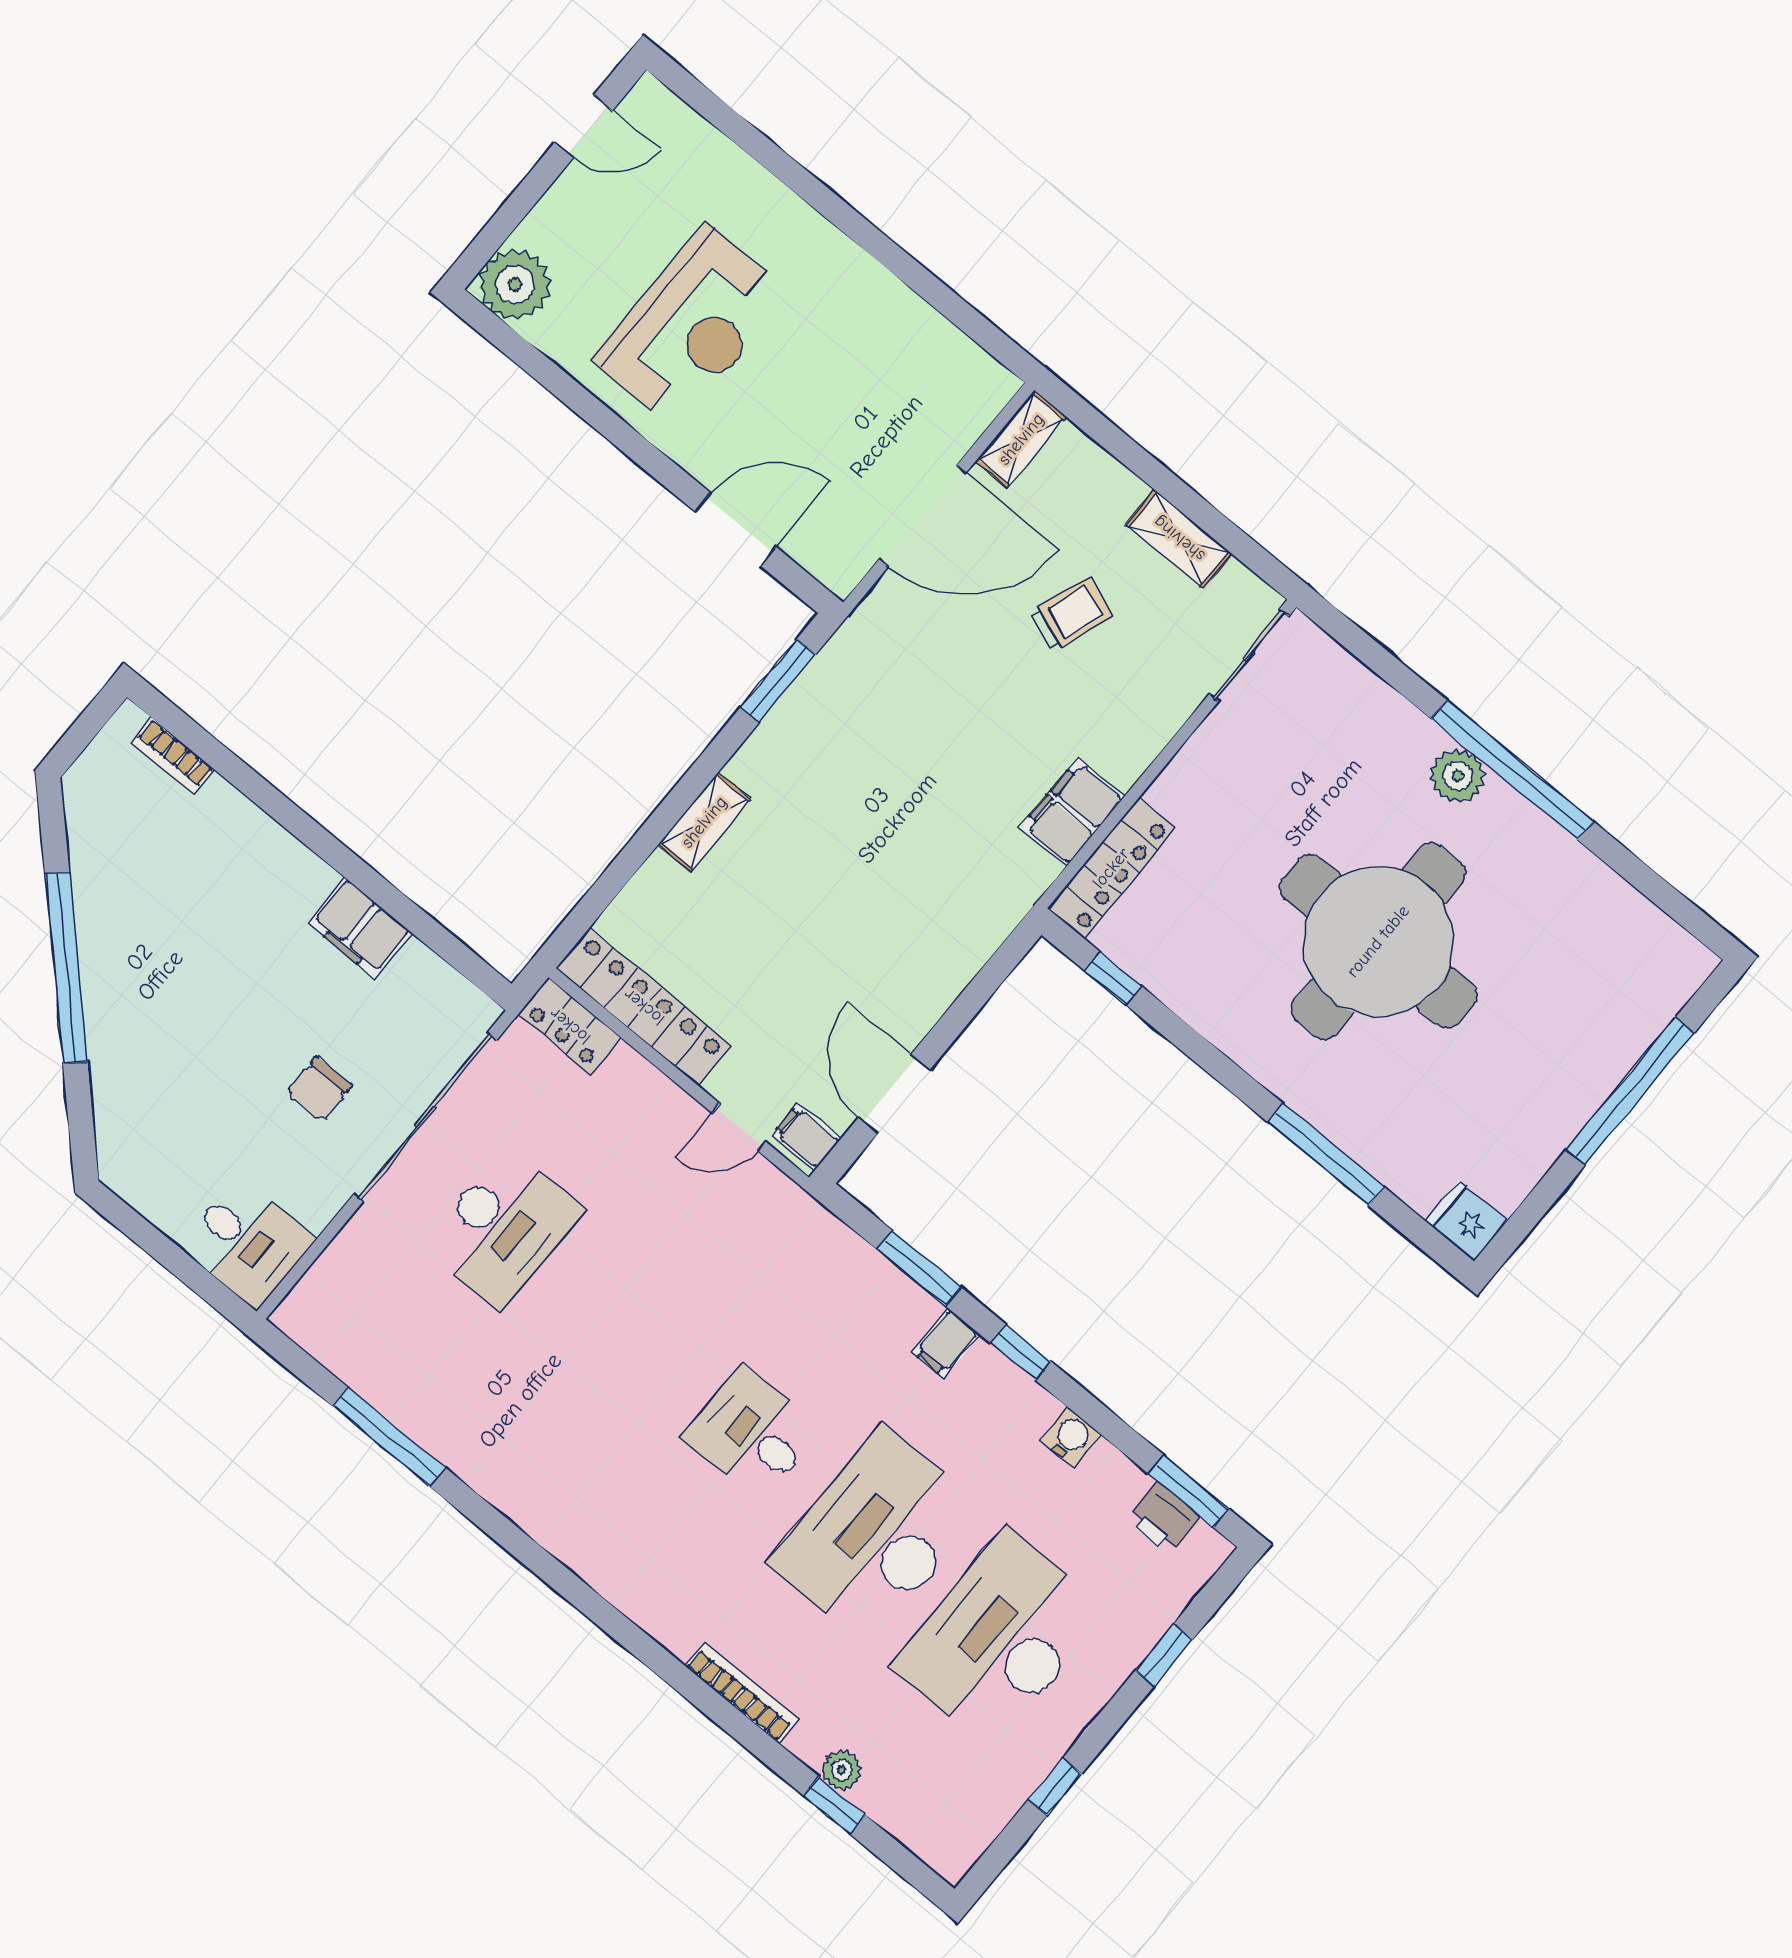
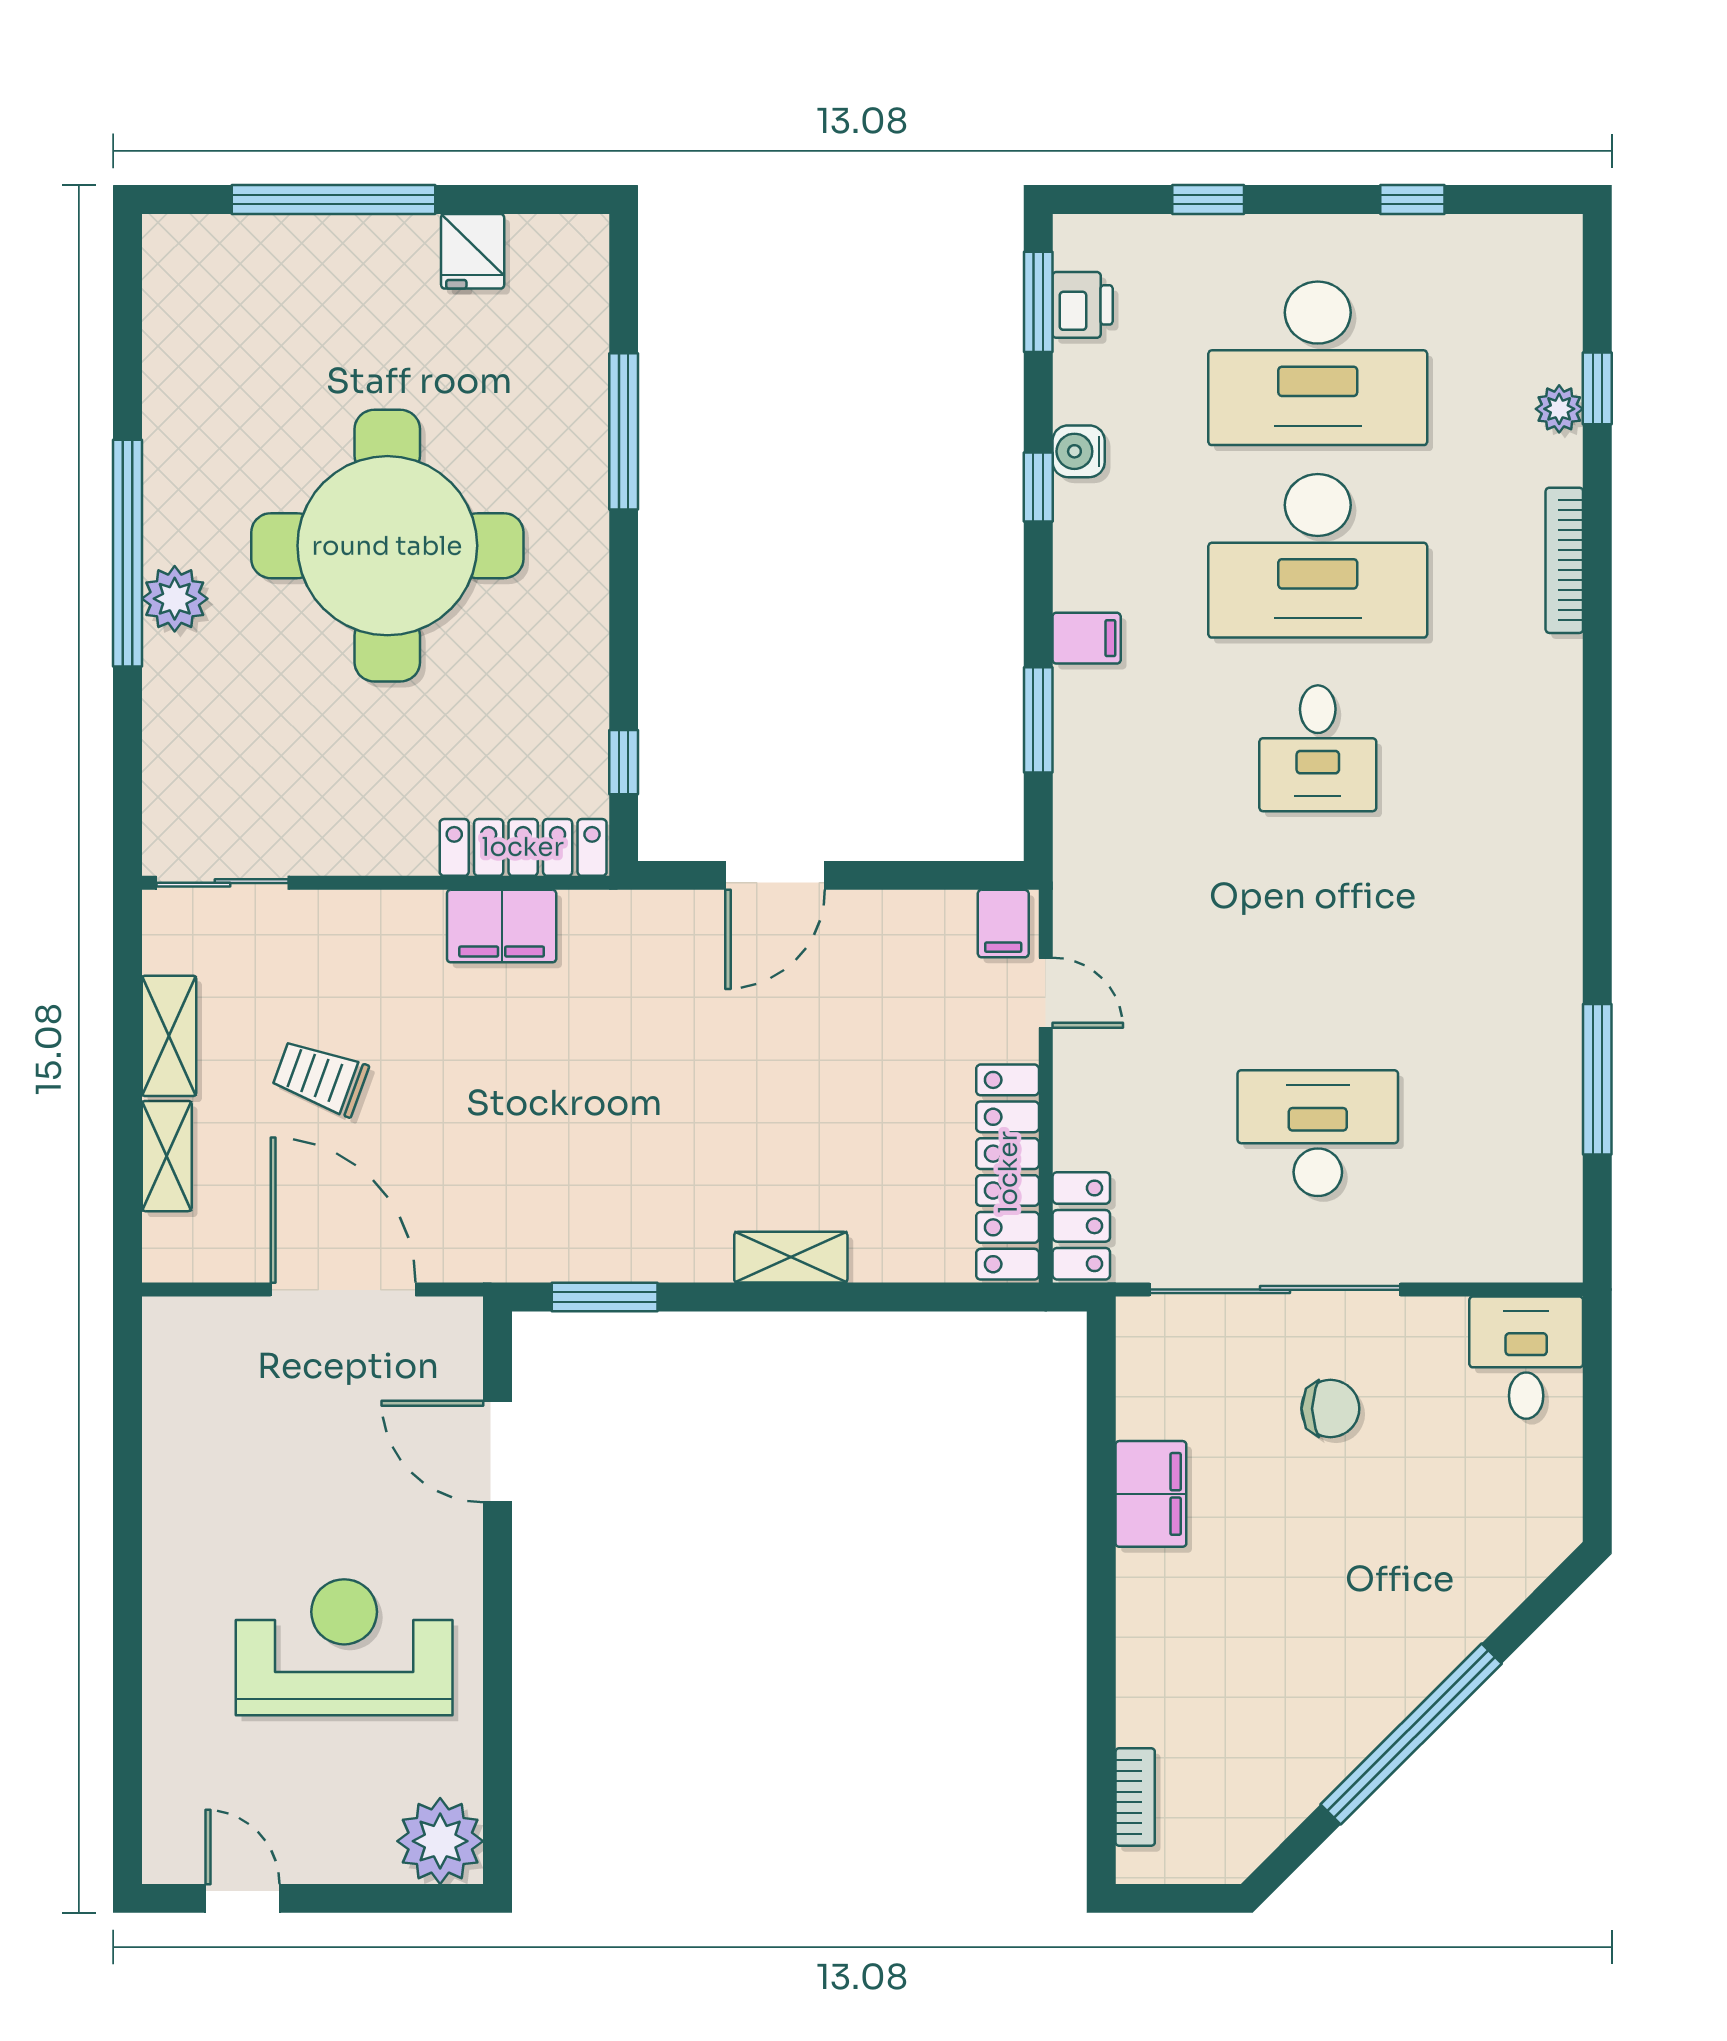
shelving: (1021, 439) -> (167, 1156), moved, turned 90
door: (894, 1094) -> (775, 875), moved
fridge: (1467, 1221) -> (473, 251), moved
window: (1021, 1352) -> (1038, 487), moved

